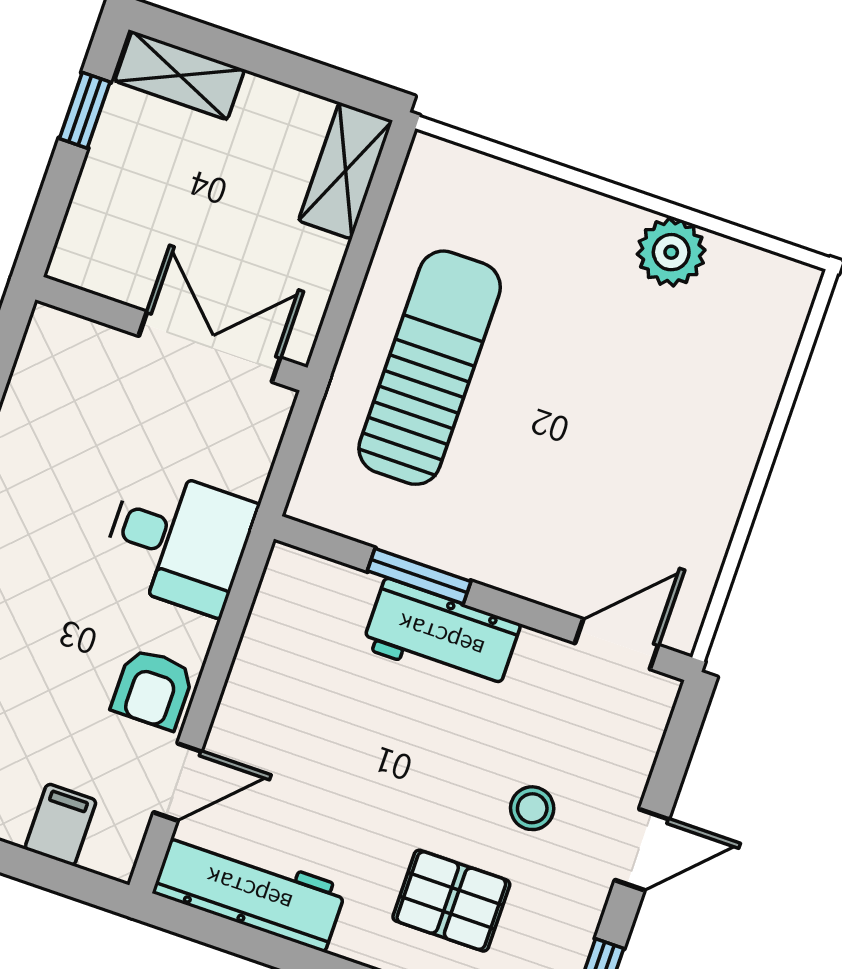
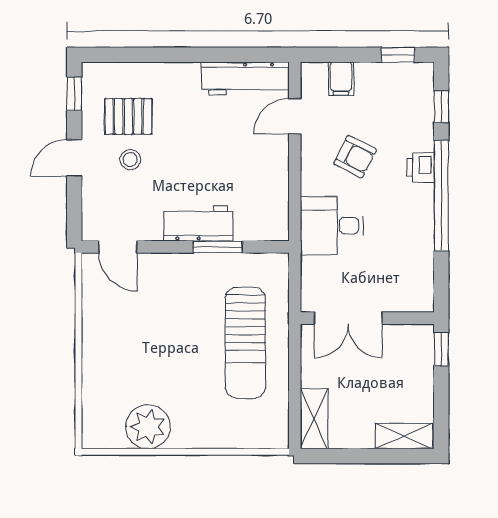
window: (85, 110) -> (441, 349), moved
plant: (671, 252) -> (148, 427), width x1.36, depth x1.36
door: (617, 644) -> (118, 247), hinge flipped
armchair: (153, 689) -> (355, 157), moved, turned 117
pallet: (451, 901) -> (128, 116), moved

